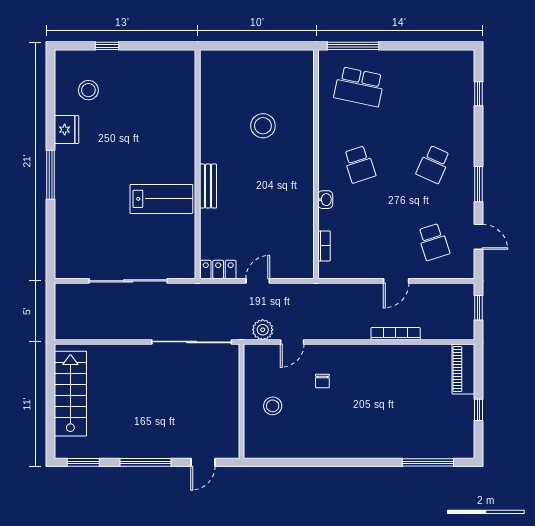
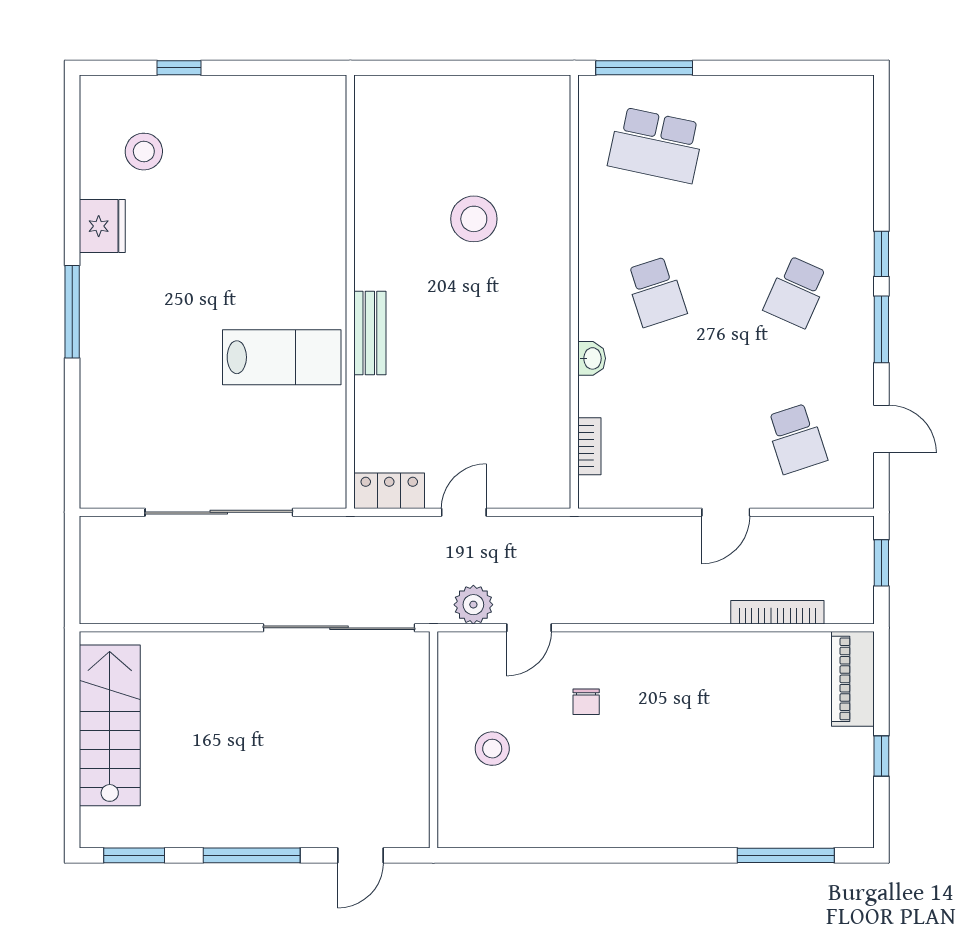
window: (478, 94) -> (881, 254), moved
bookcase: (396, 334) -> (777, 612), moved

